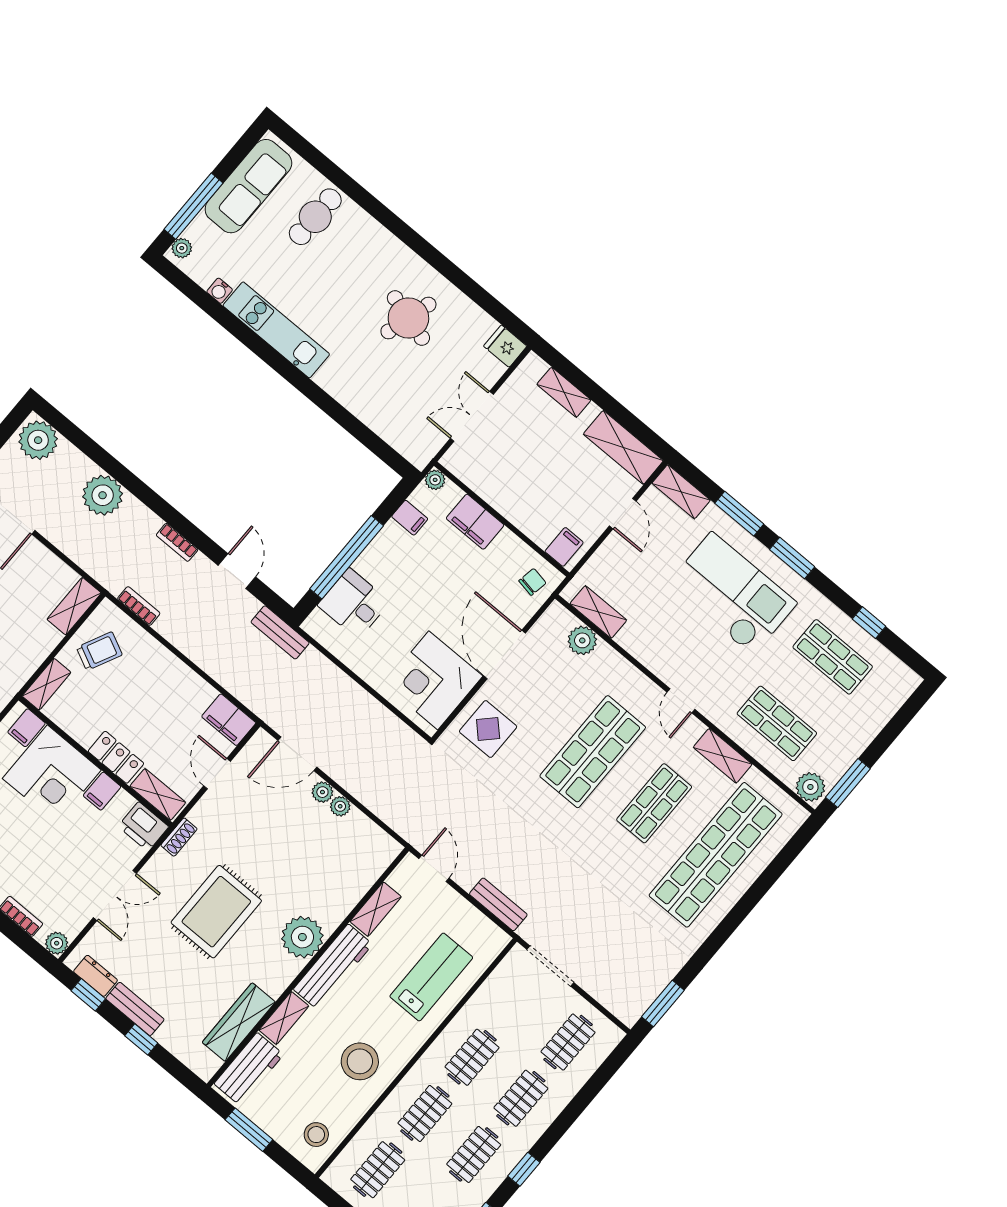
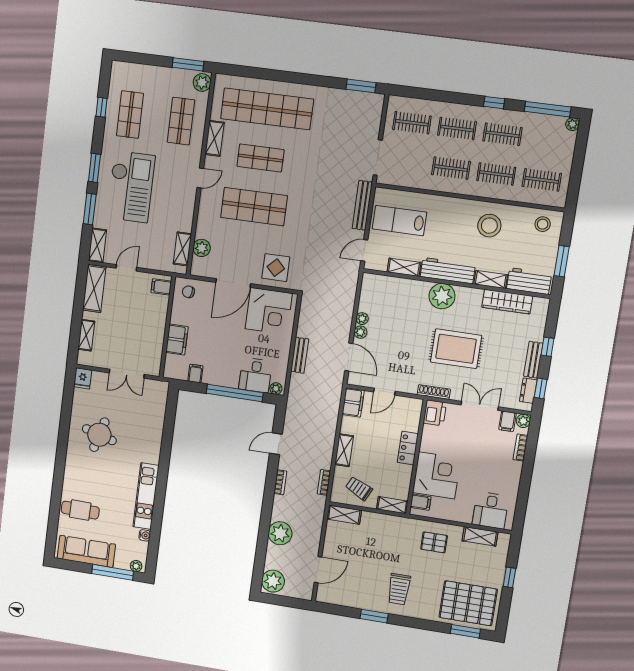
plant: (435, 480) -> (276, 389), moved
checkout: (732, 594) -> (131, 187), turned 180
bench: (280, 632) -> (300, 355), moved
filing cabinet: (102, 791) -> (507, 421), moved, turned 90
shelving: (158, 794) -> (344, 450), moved
shoe rack: (179, 837) -> (434, 392), width x1.43
bench: (498, 904) -> (362, 205), width x1.36
lab bench: (431, 977) -> (399, 221), moved

